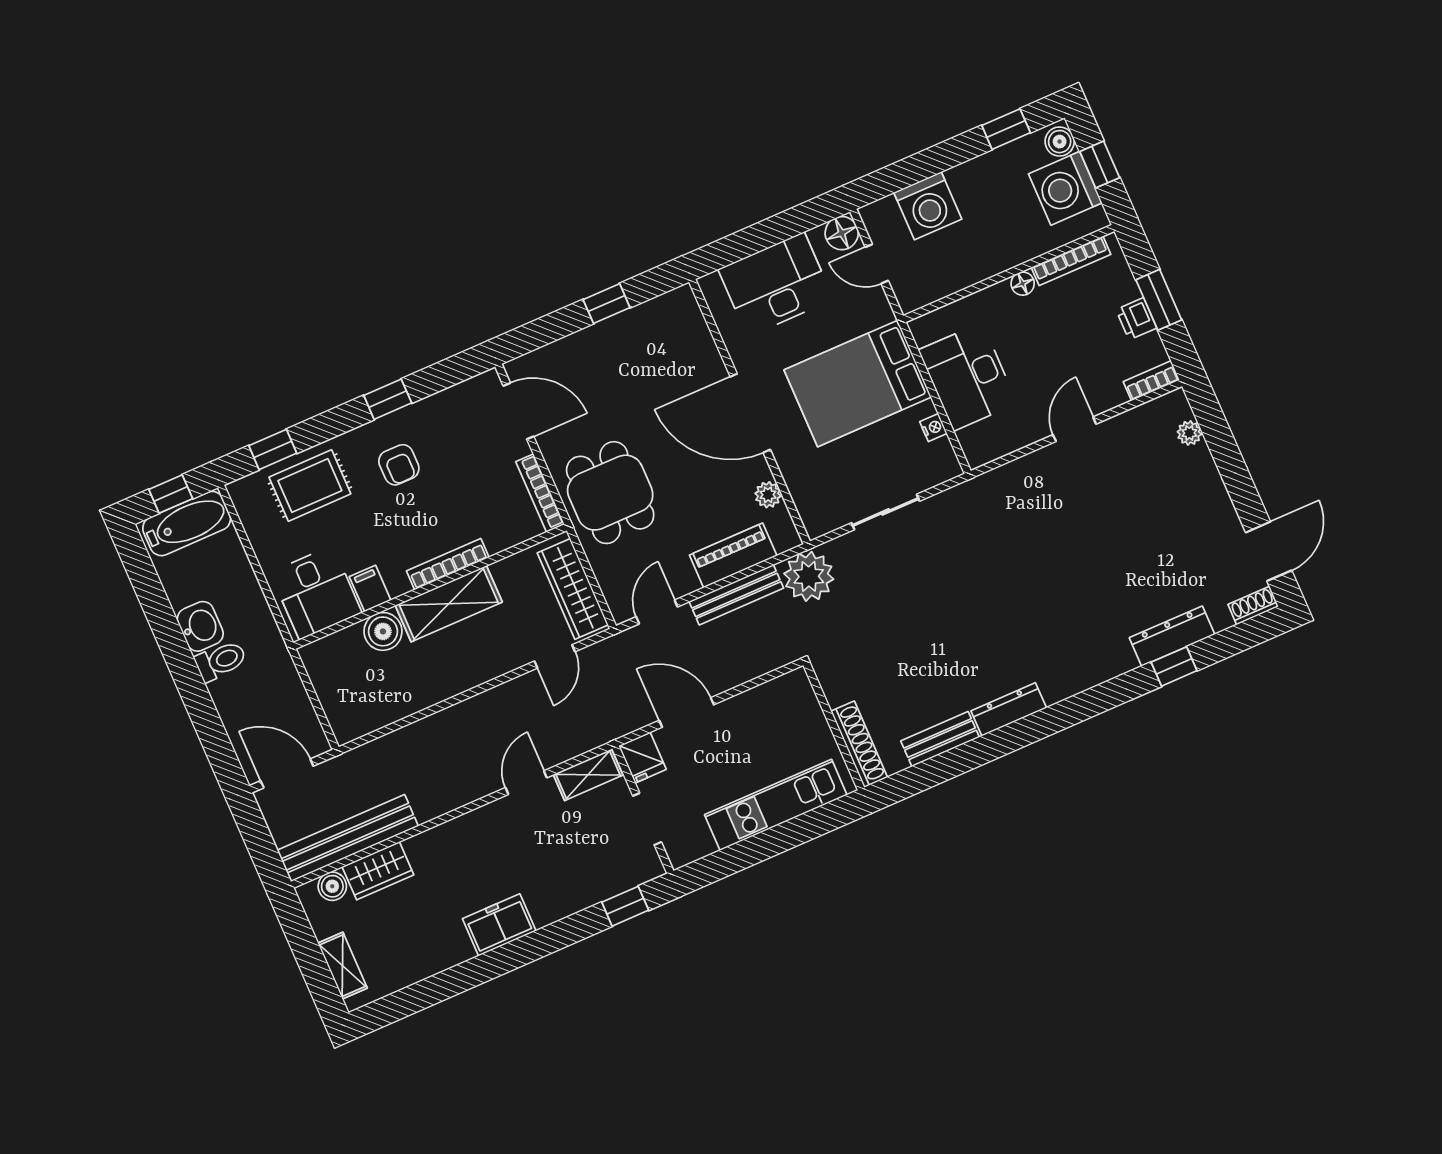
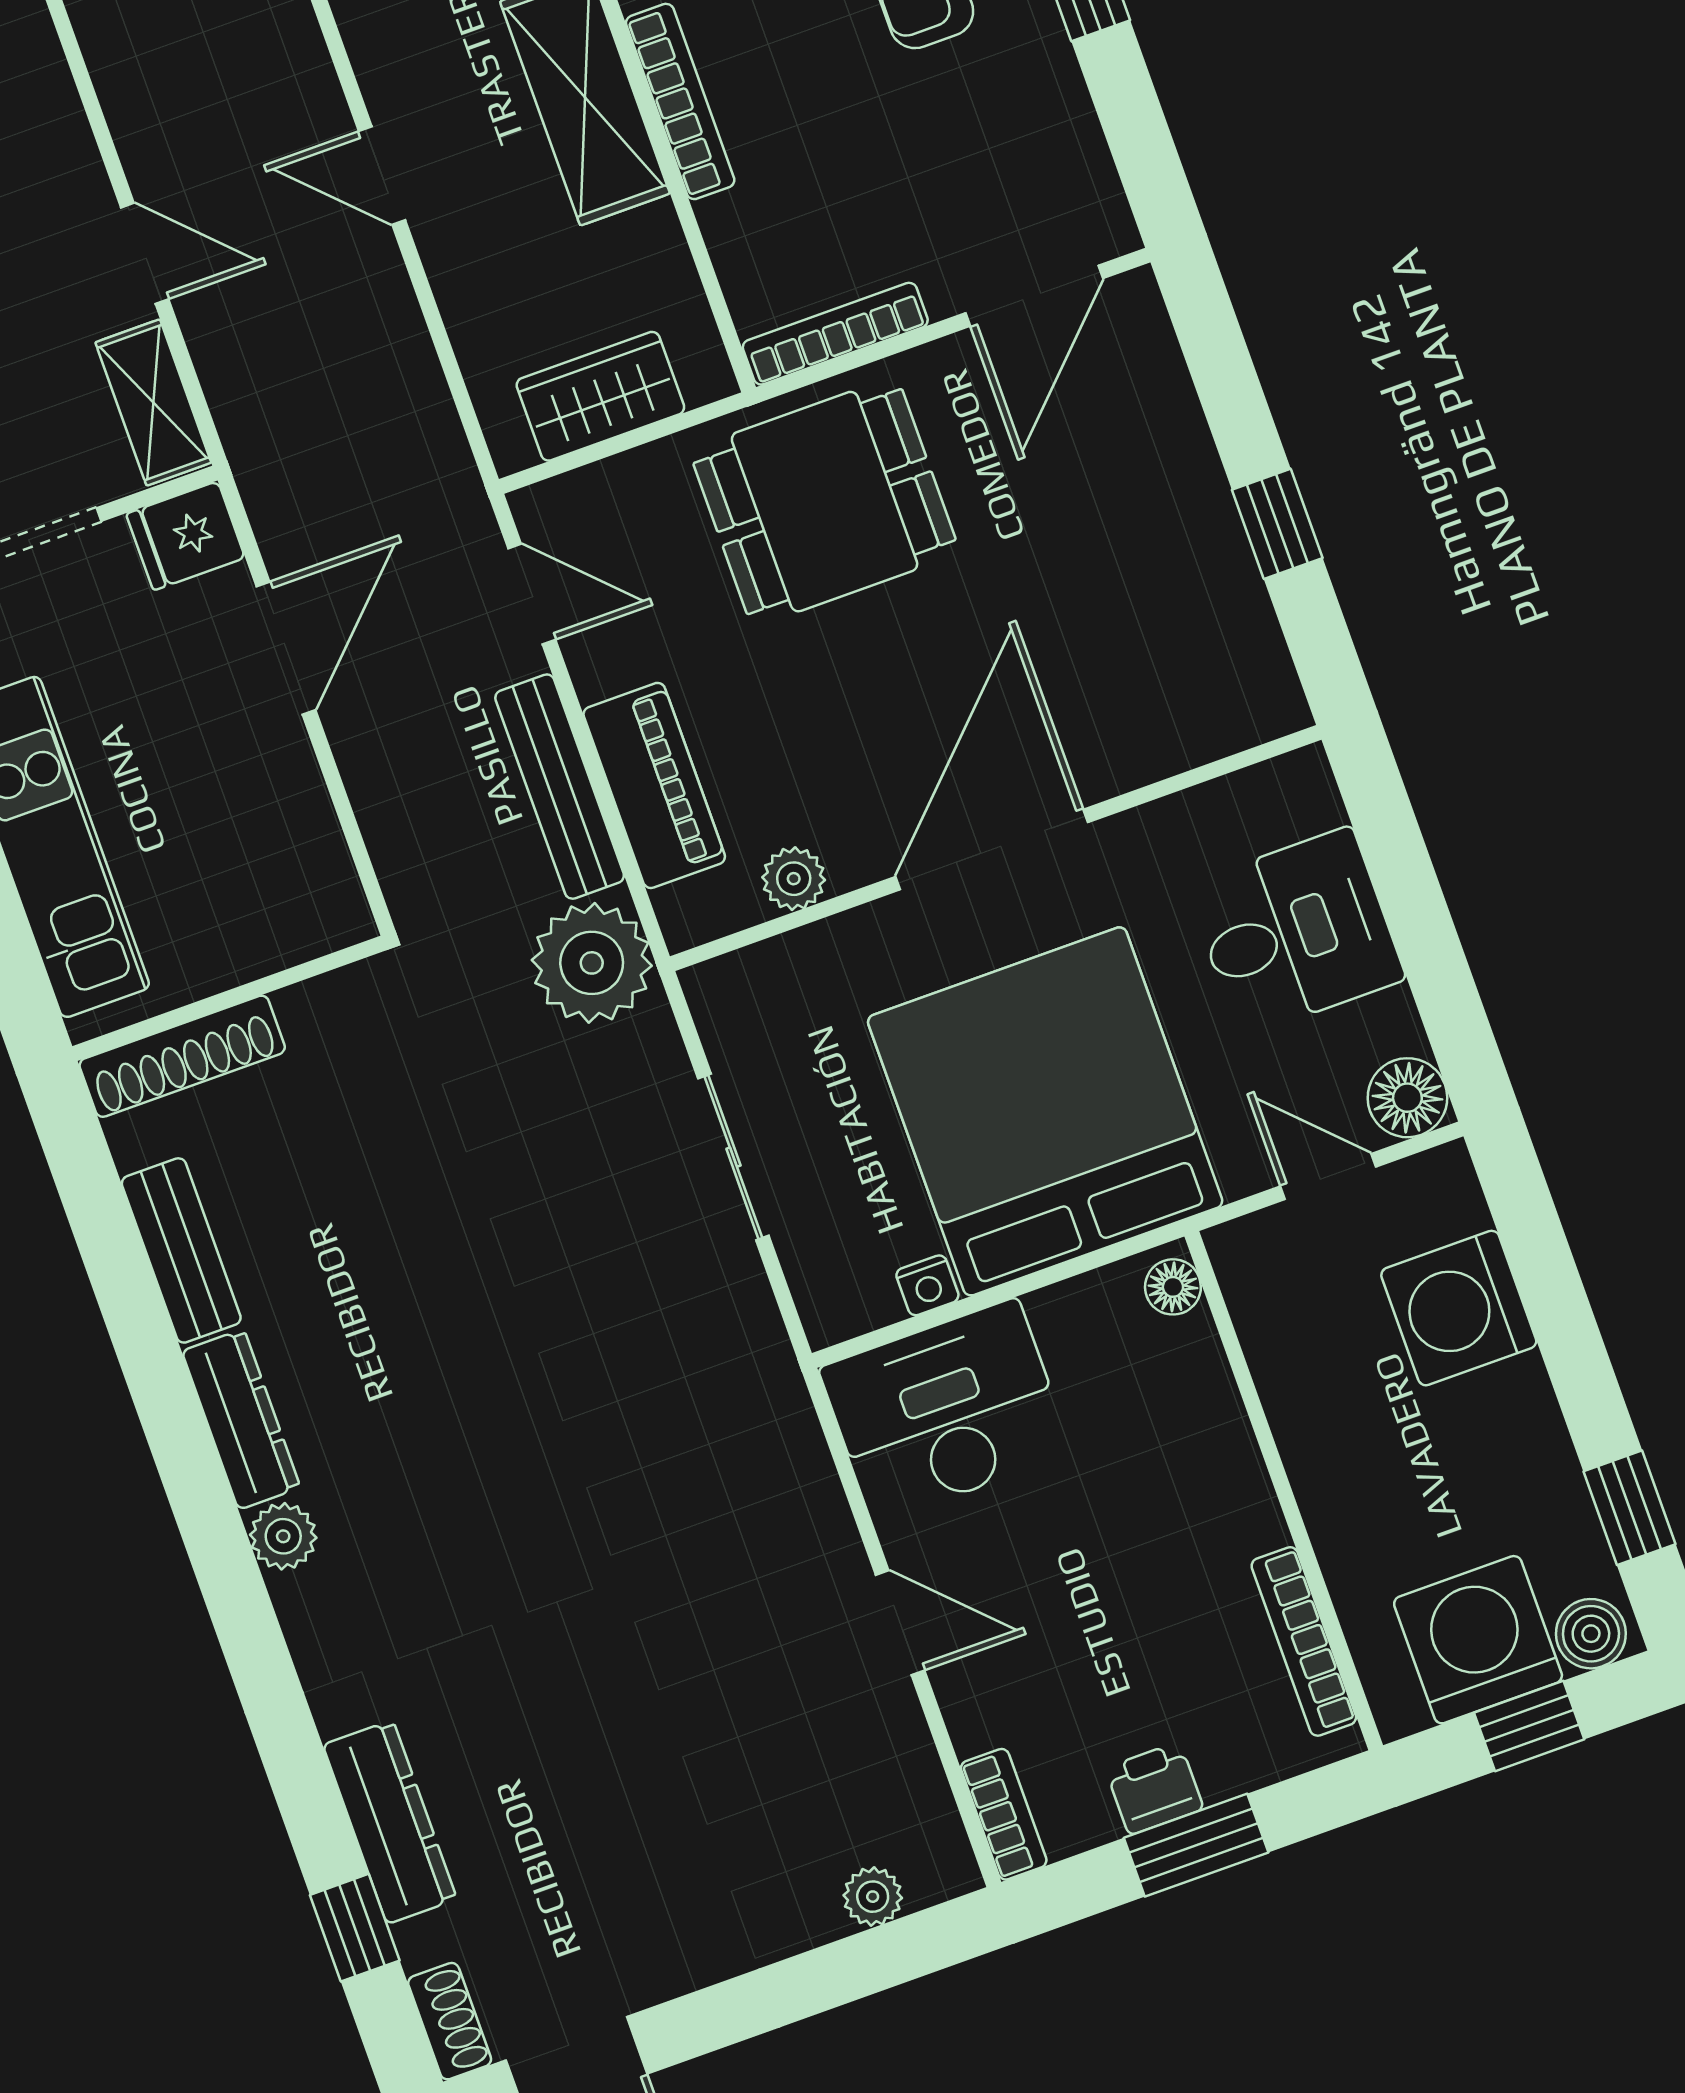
door: (877, 264) -> (1328, 1176), hinge flipped
desk: (776, 284) -> (1296, 932), width x0.73
floor lamp: (1023, 284) -> (1173, 1287), moved
desk: (968, 377) -> (946, 1411), moved
bed: (858, 383) -> (1045, 1111), width x1.36
wardrobe: (573, 589) -> (600, 396), width x0.67
door: (555, 656) -> (382, 176), moved
window: (1174, 666) -> (355, 1928), moved
plant: (1056, 689) -> (283, 1536), added

